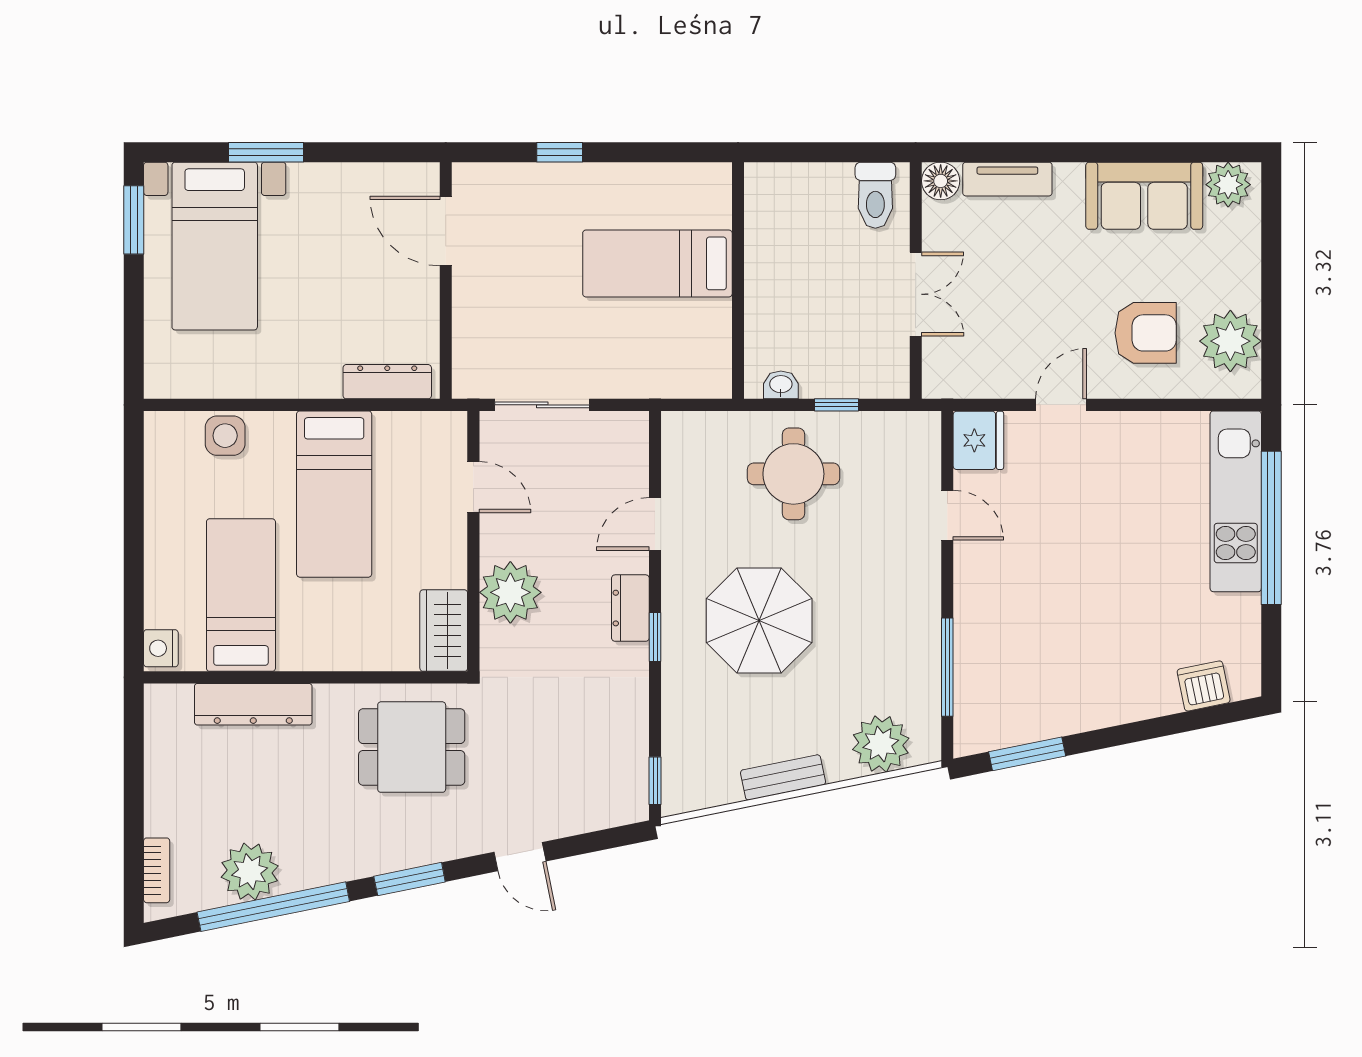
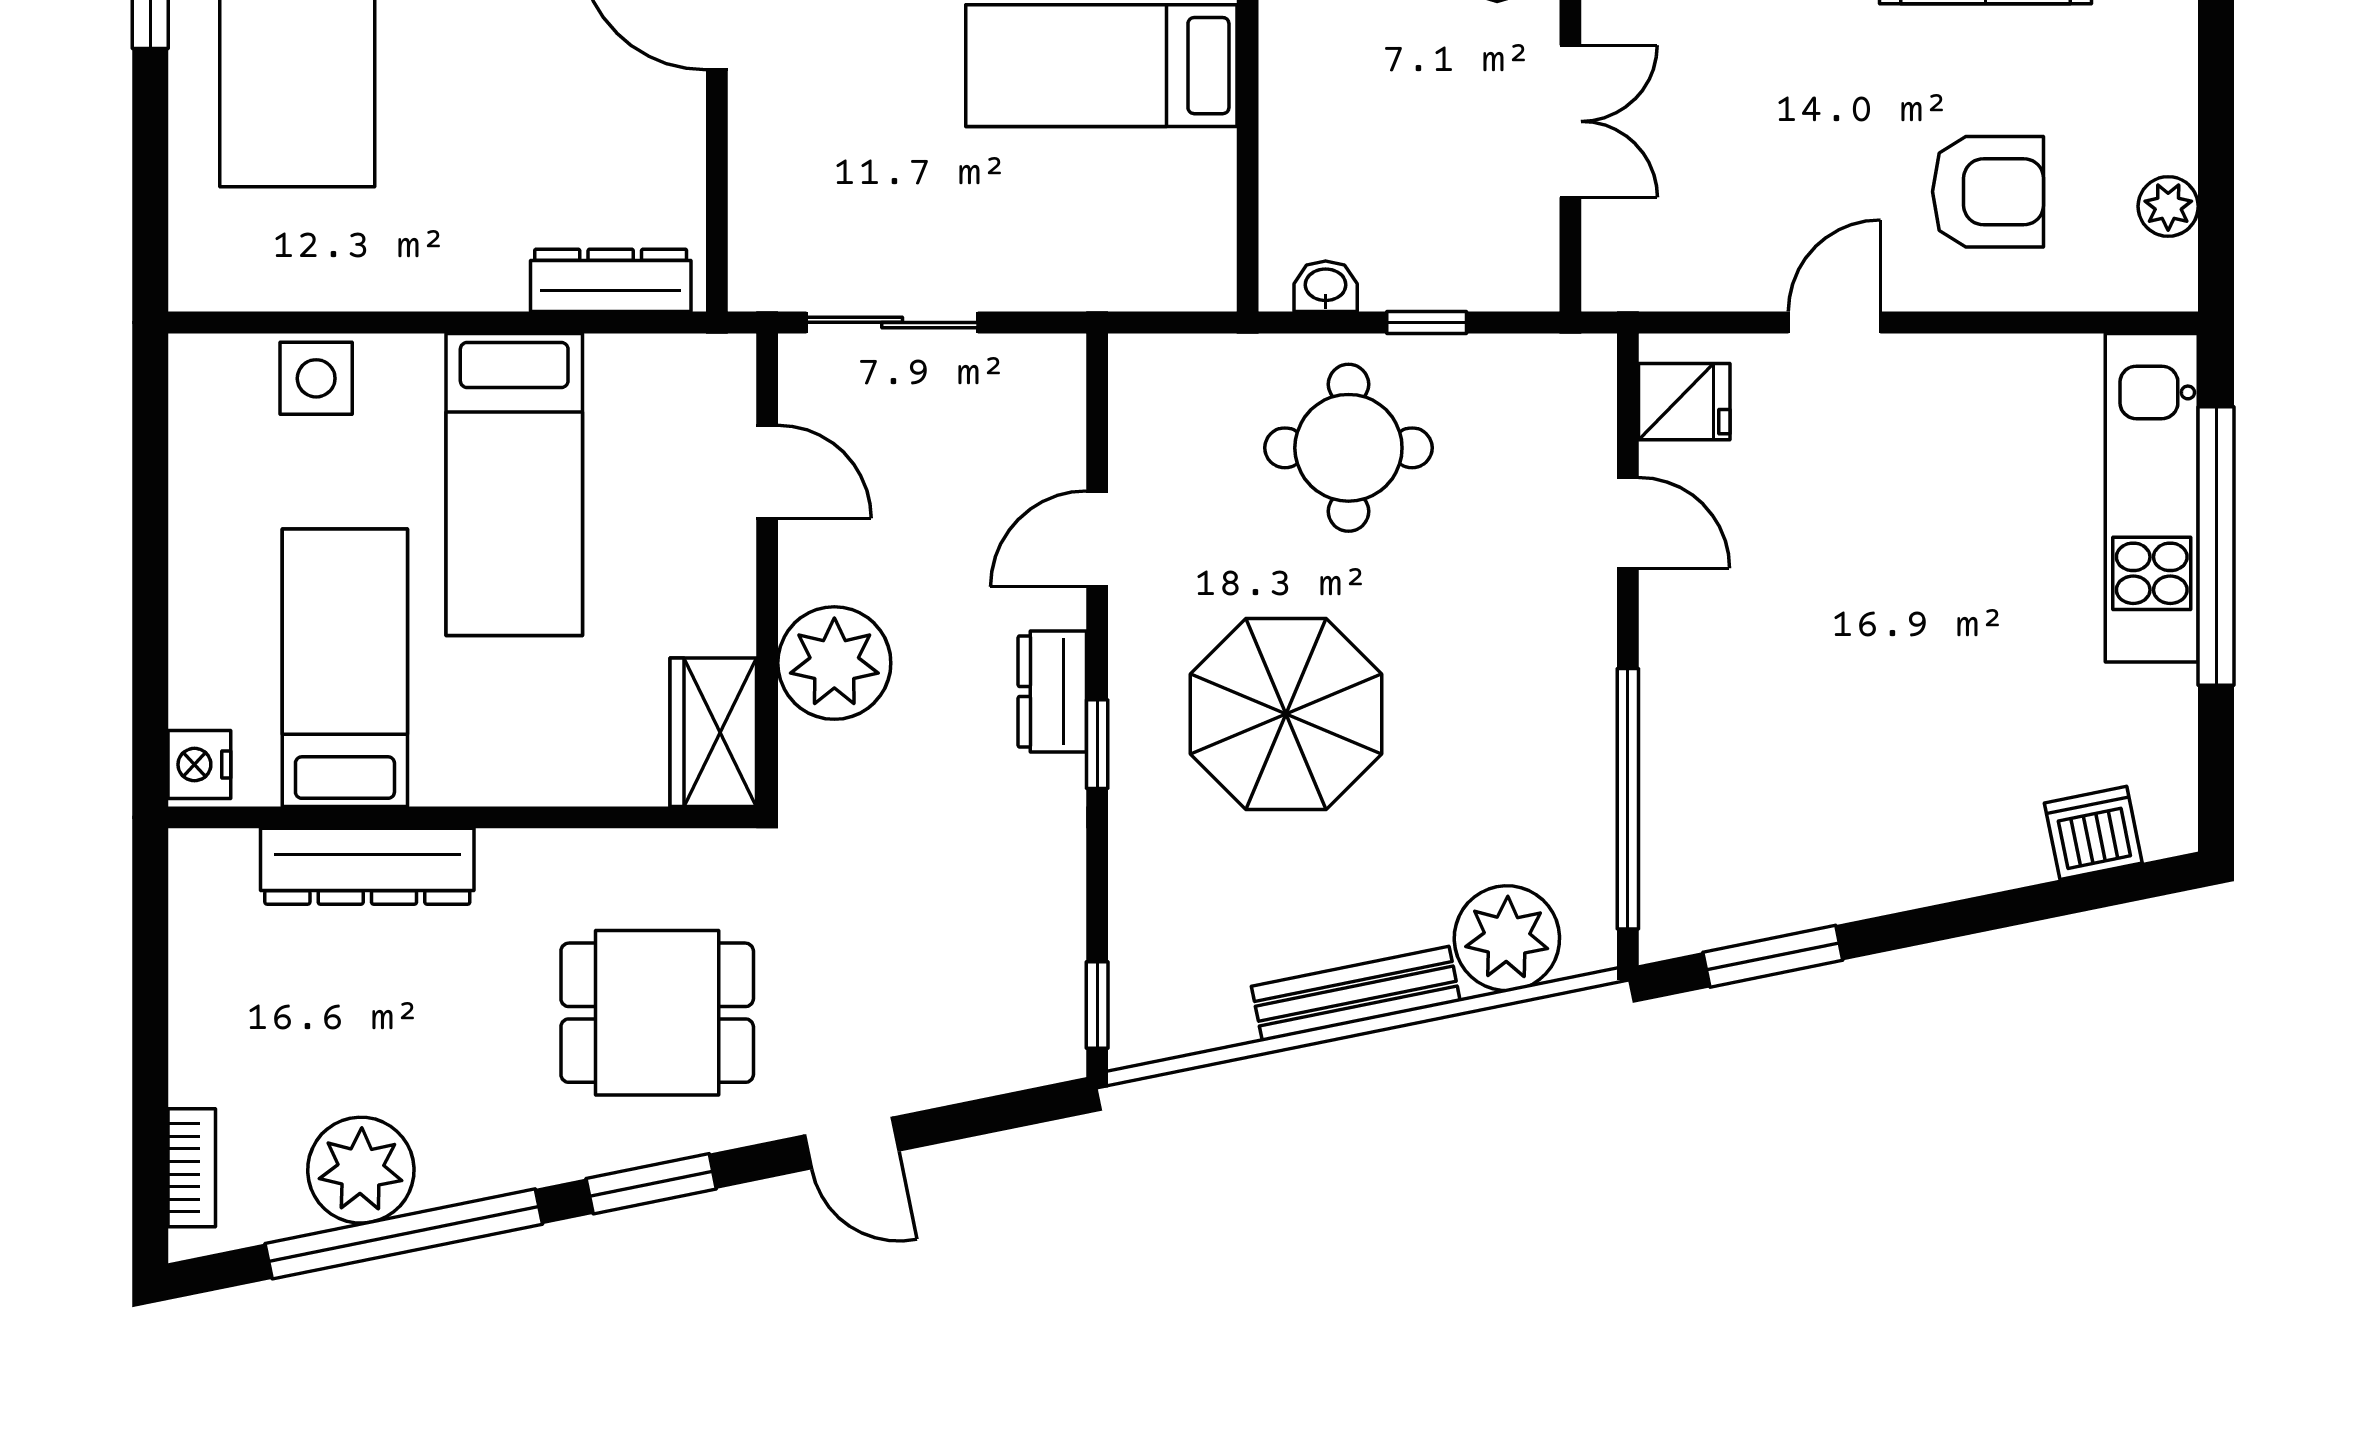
plant: (1230, 341) -> (2168, 206), width x0.53, depth x0.53
fridge: (978, 440) -> (1684, 402), width x0.72
window: (947, 667) -> (1628, 799), width x1.46
dining table: (412, 747) -> (657, 1013), moved
bench: (783, 777) -> (1356, 994), width x1.36

